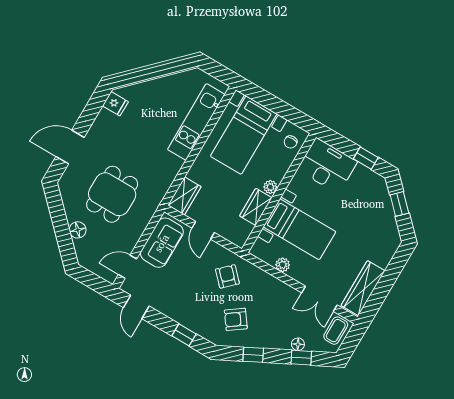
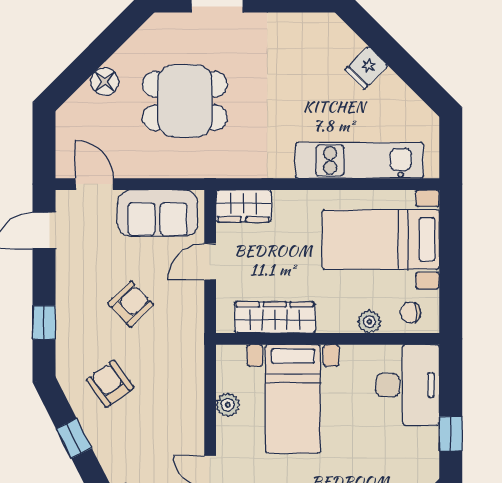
fridge: (115, 104) -> (366, 68), moved, turned 45
plant: (270, 187) -> (369, 322), moved
wardrobe: (256, 207) -> (275, 317), width x1.50
armchair: (227, 276) -> (131, 304), moved

